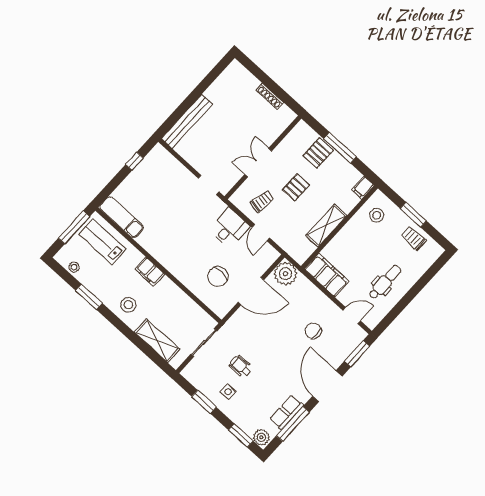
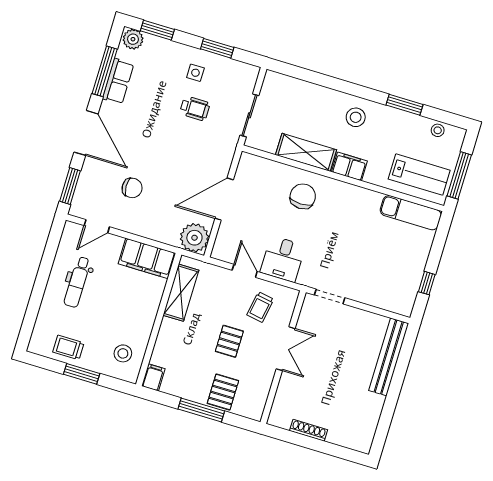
shelving: (326, 226) -> (181, 293), moved
trolley: (414, 238) -> (68, 347), turned 180
chair: (218, 277) -> (303, 196), moved
shelving: (157, 341) -> (306, 152), moved

